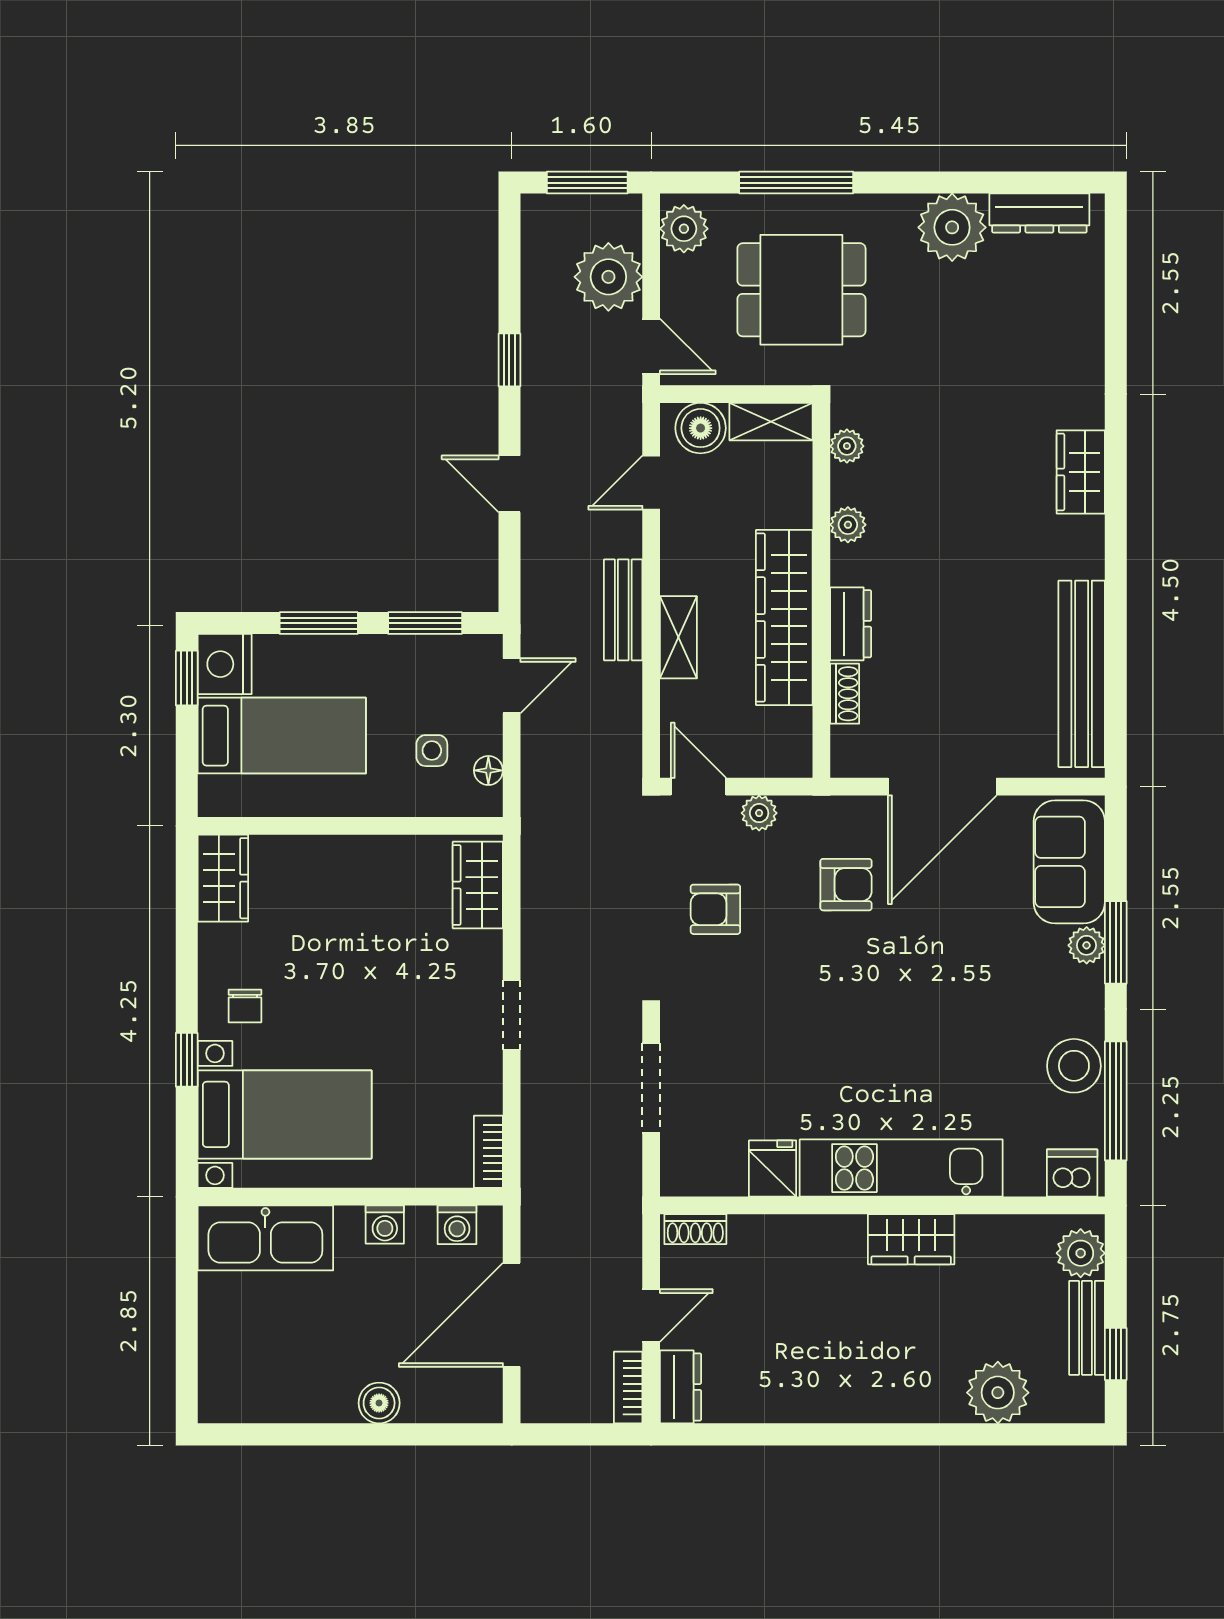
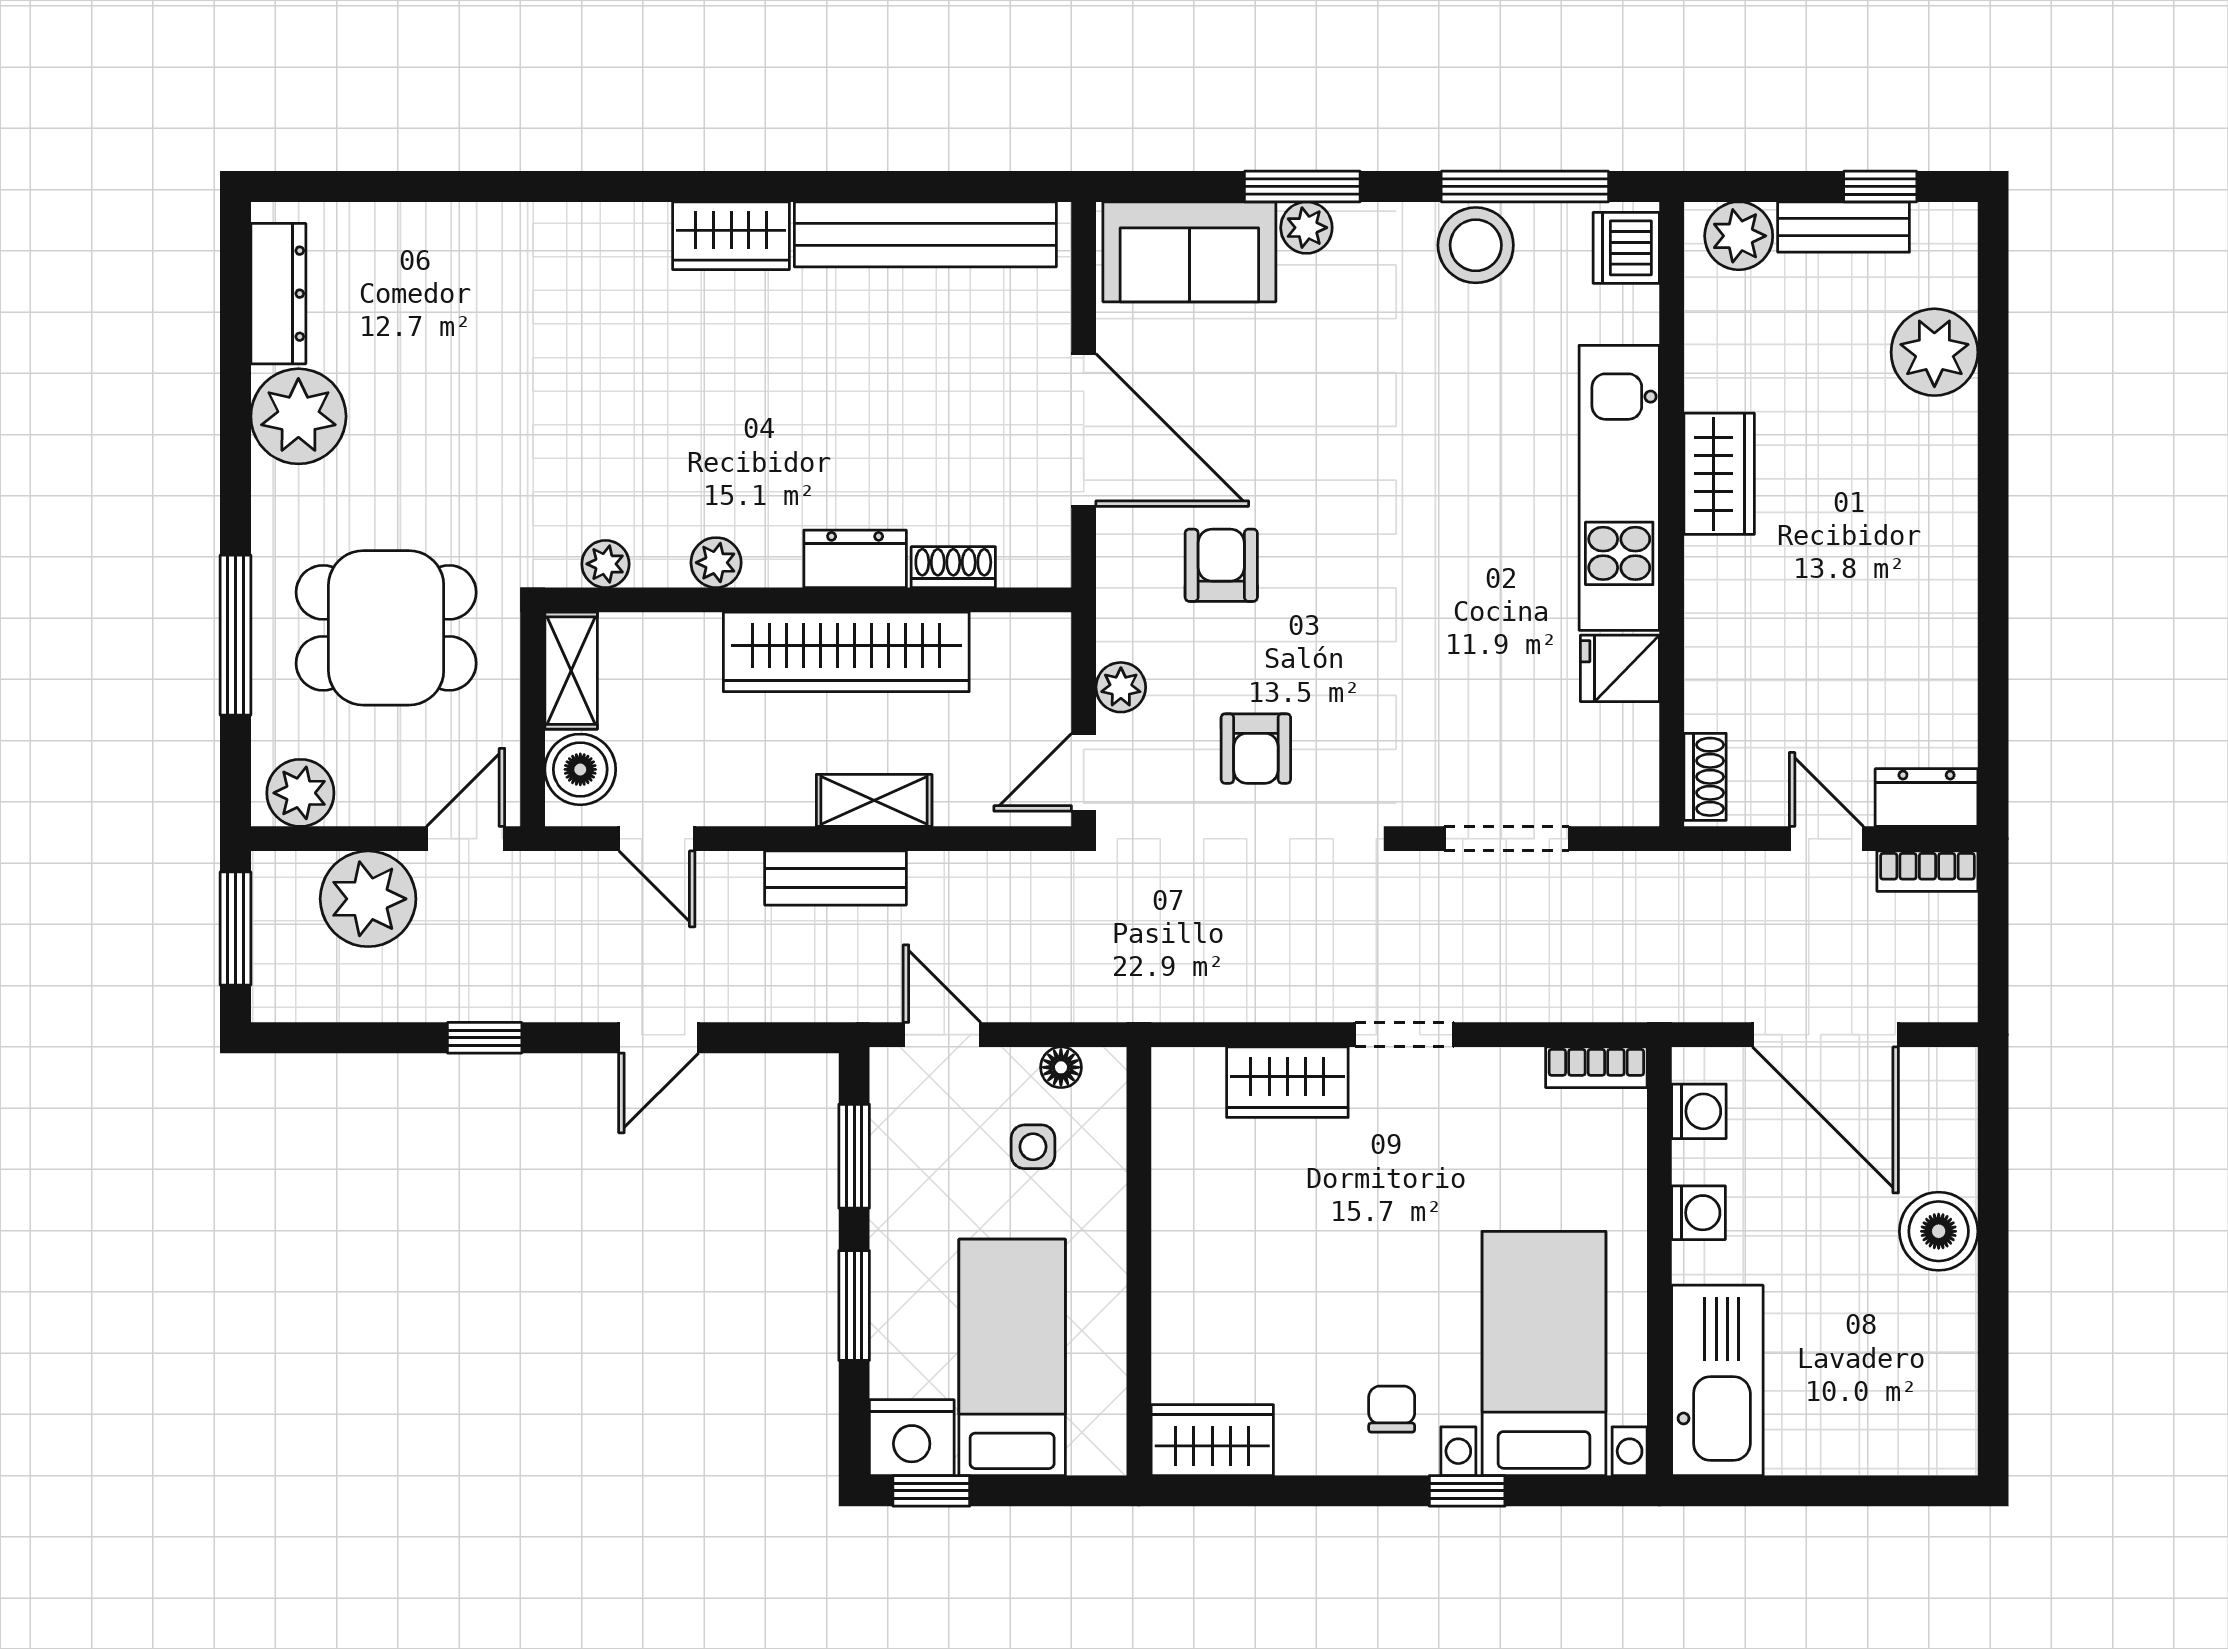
dining table: (801, 290) -> (386, 628), turned 90
wardrobe: (1081, 472) -> (731, 236), moved
wardrobe: (478, 885) -> (1287, 1082), moved
chair: (245, 1006) -> (1392, 1409), turned -90
boiler: (379, 1403) -> (1939, 1231), width x1.36, depth x1.36

